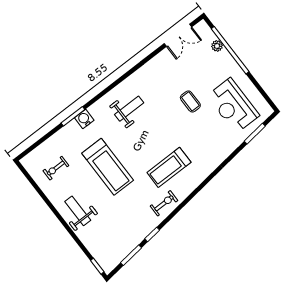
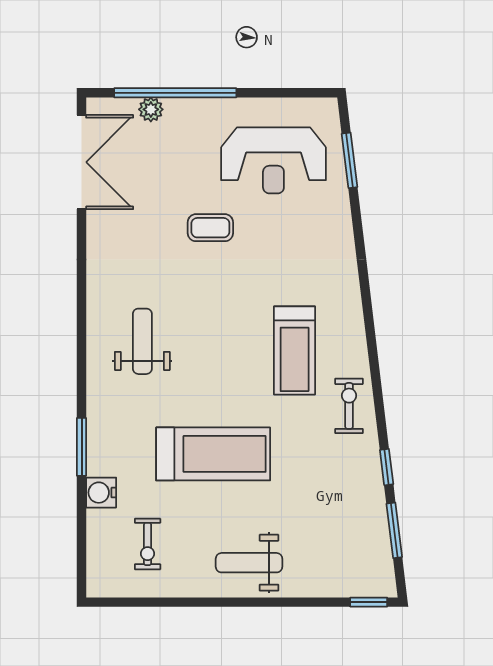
double door: (178, 35) -> (82, 162), width x1.37
water cooler: (84, 119) -> (101, 493), moved

